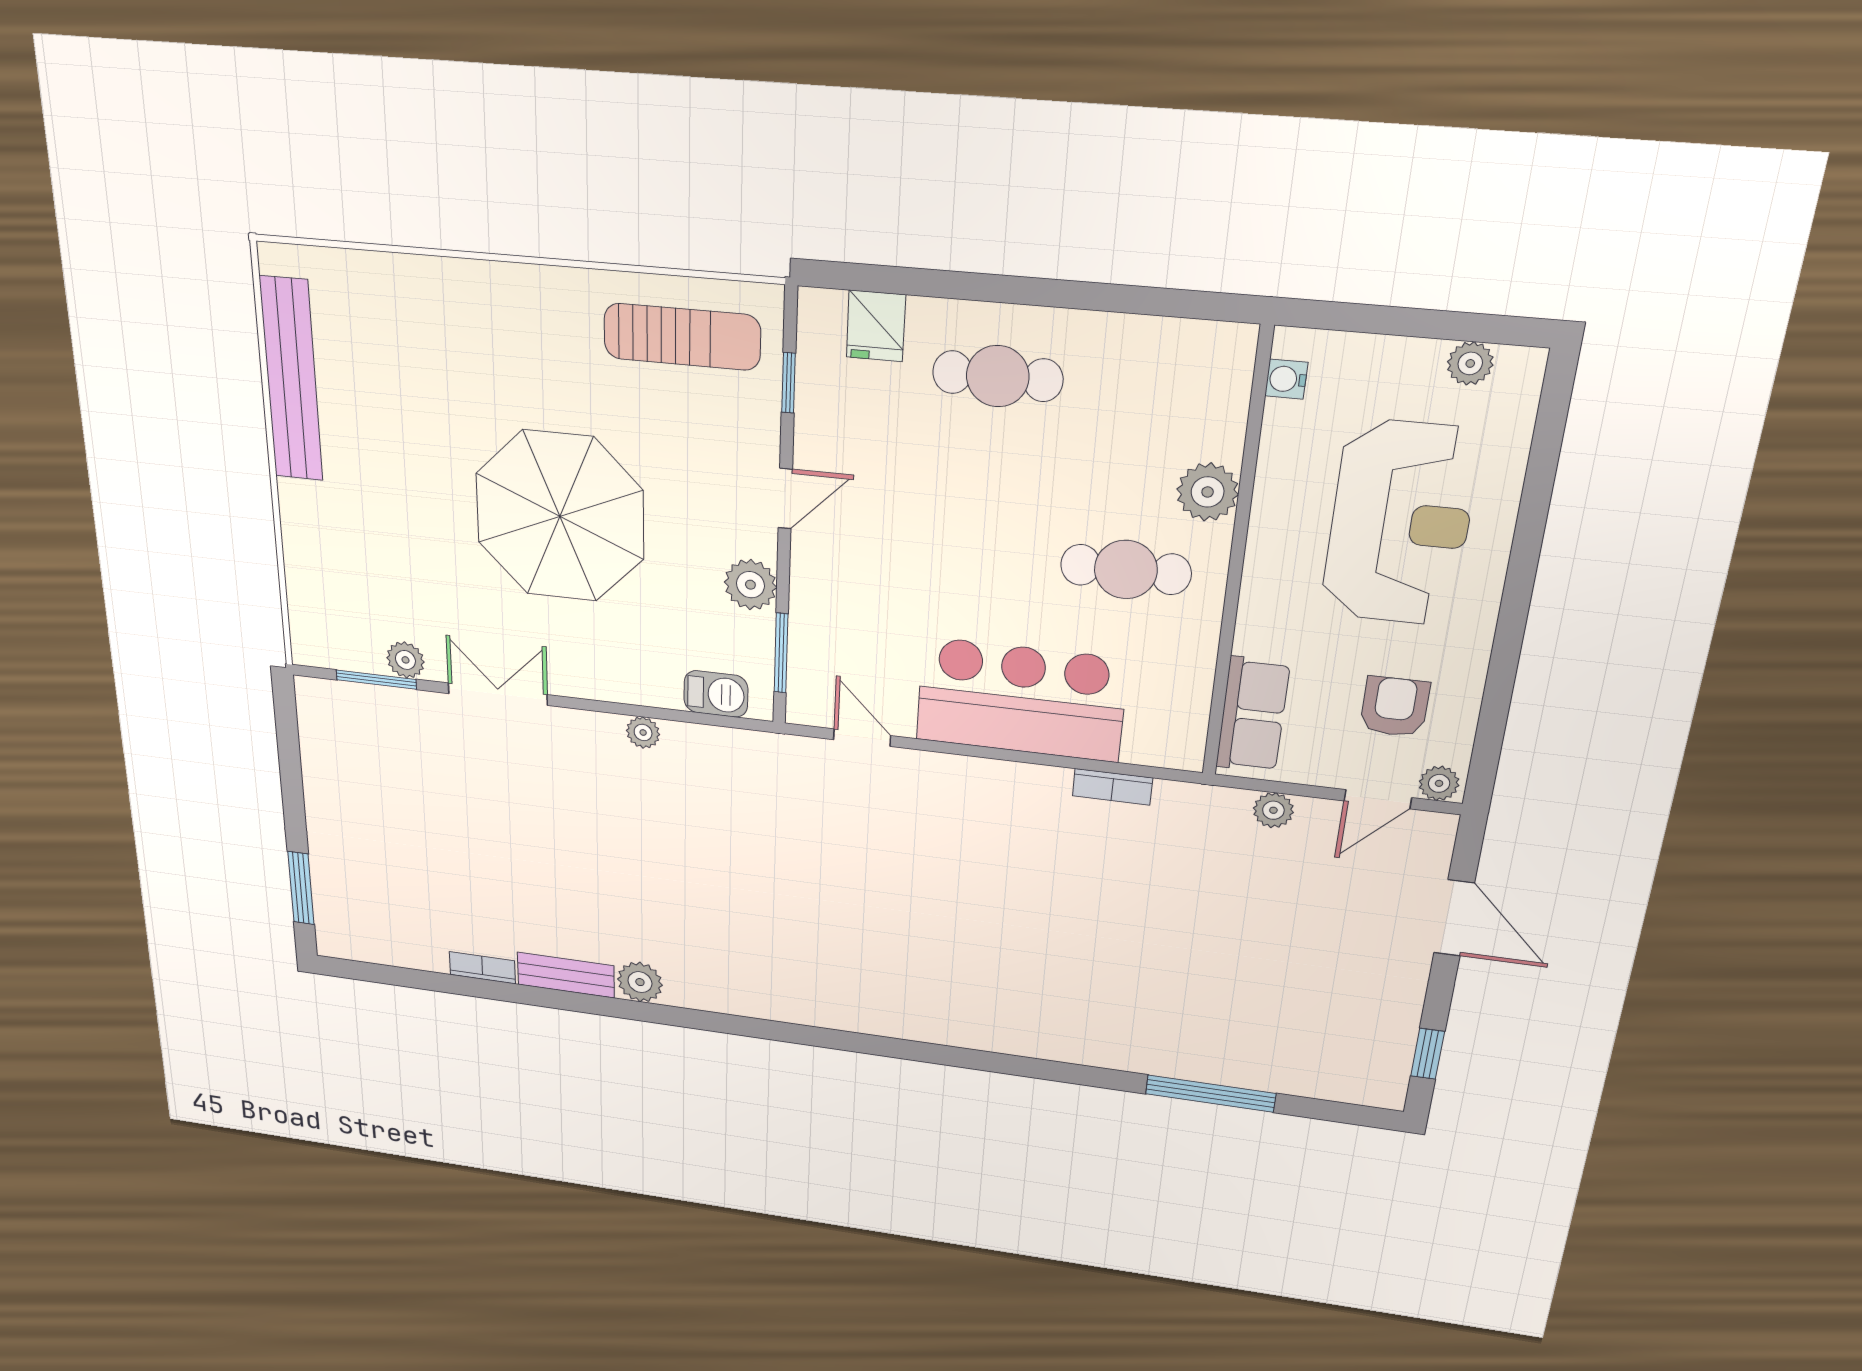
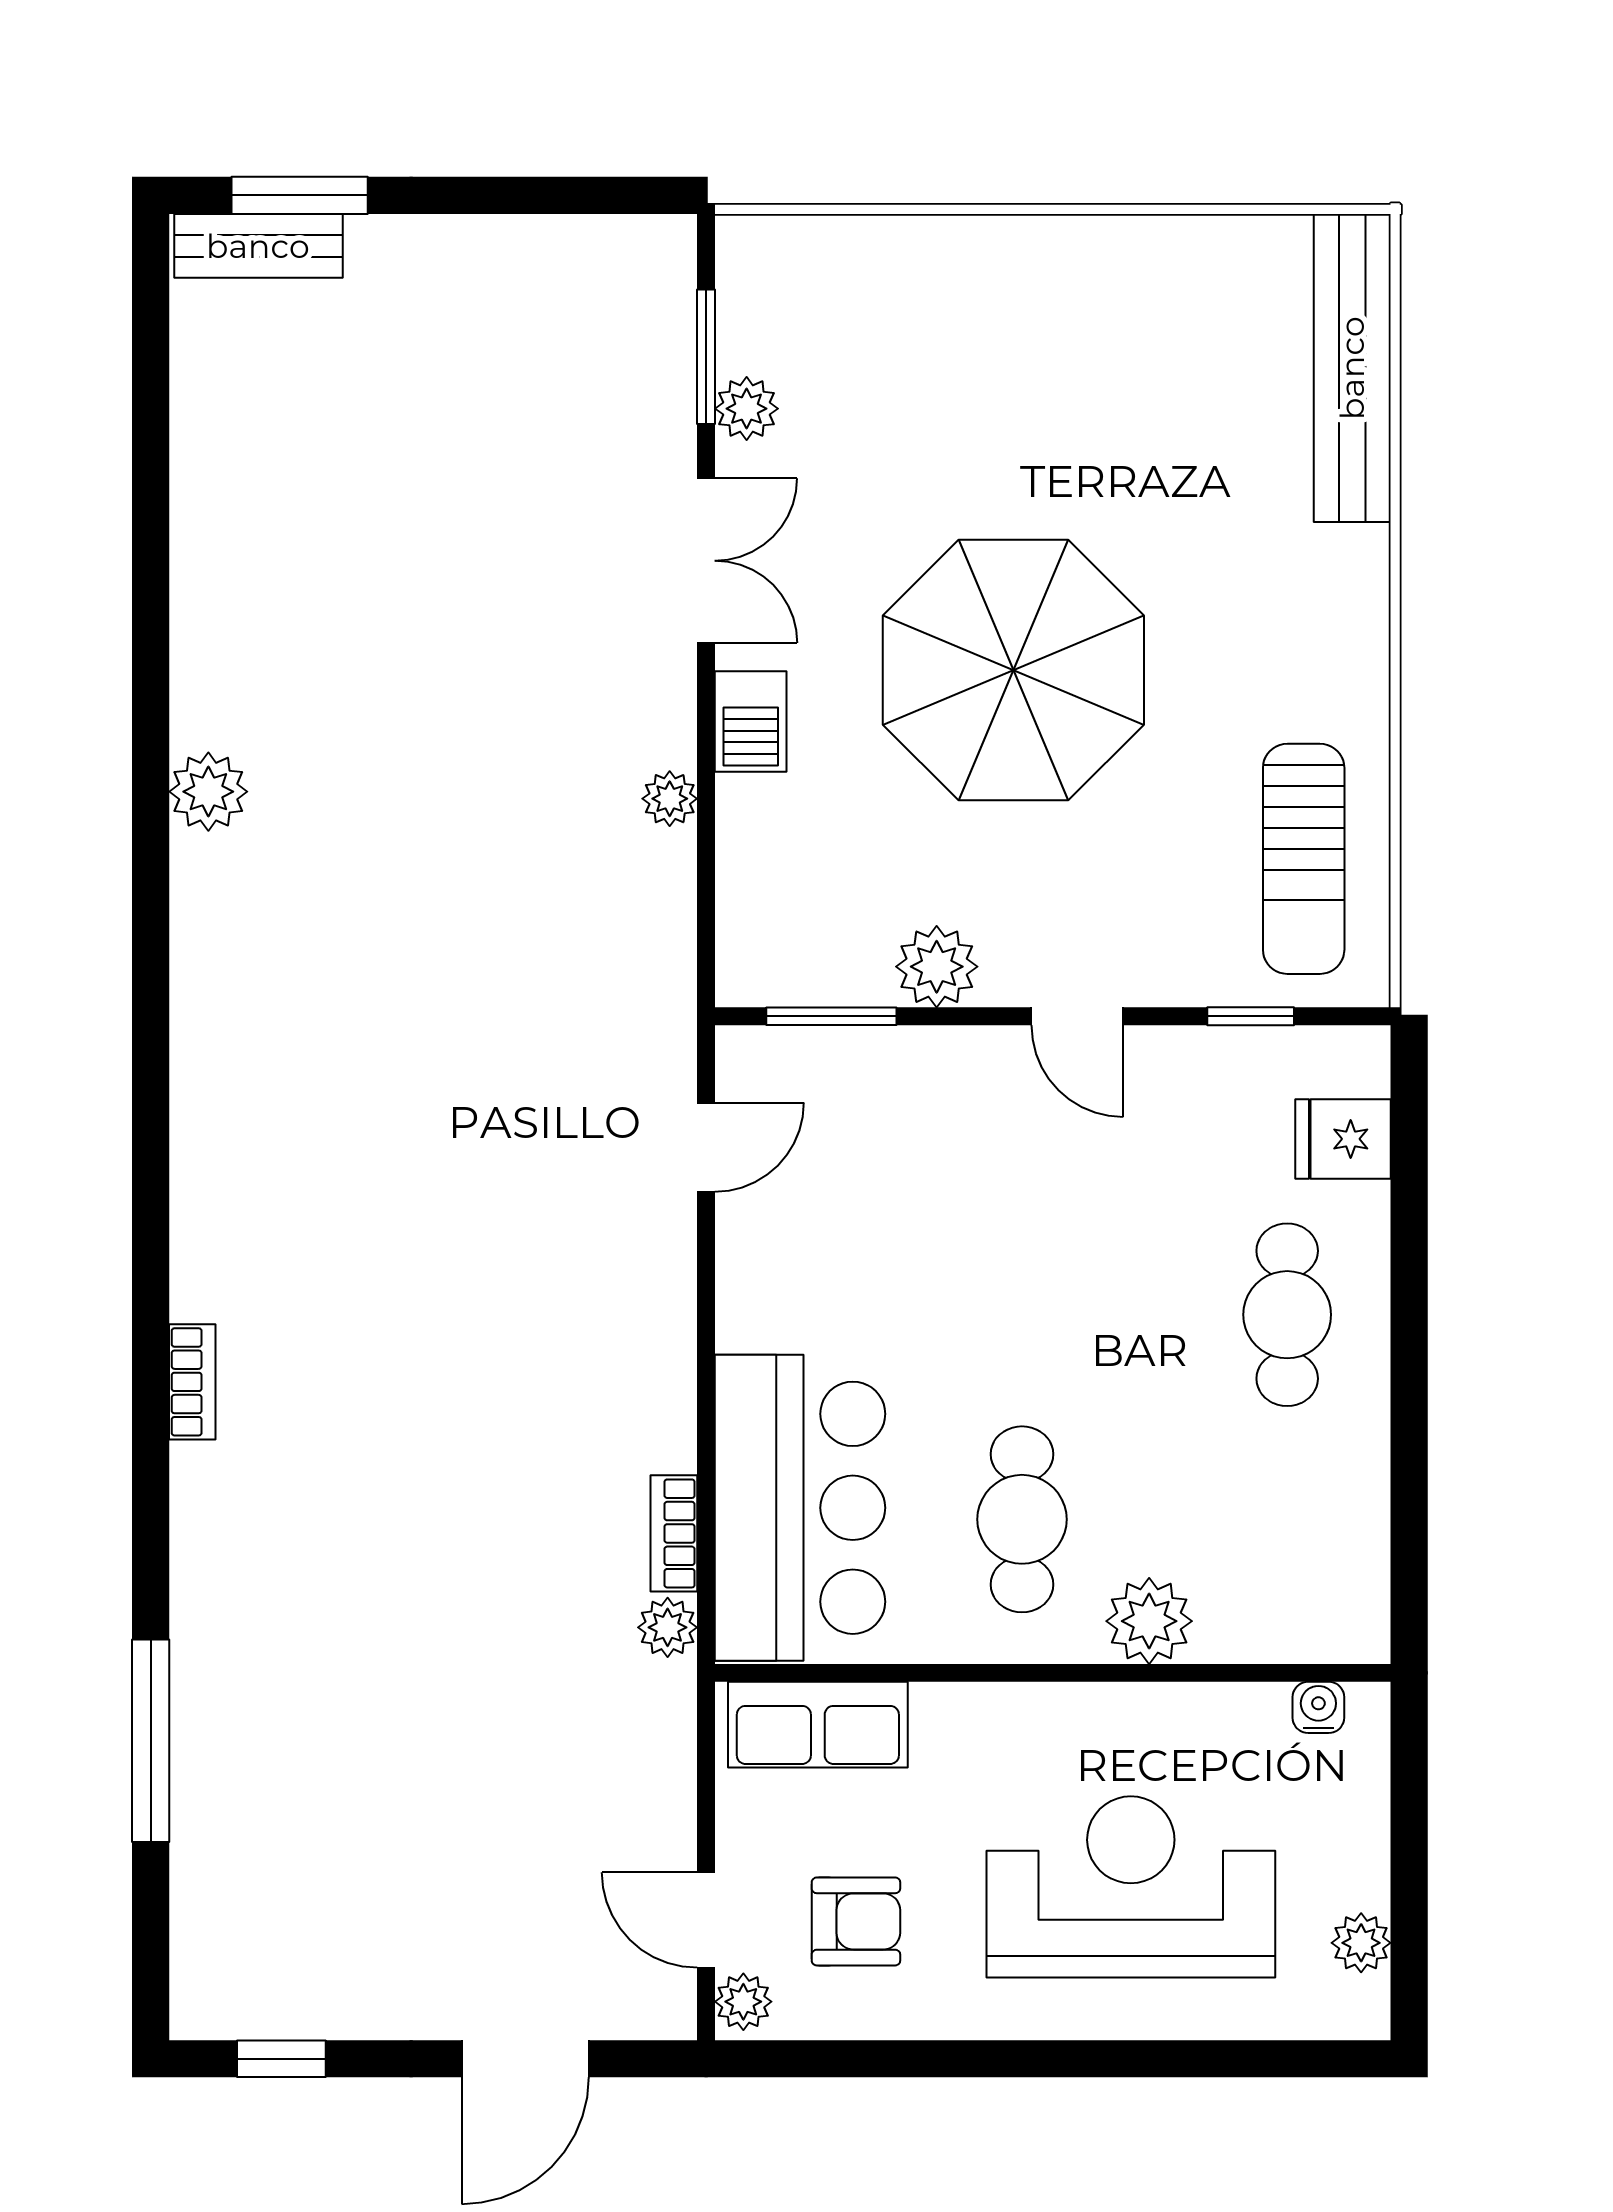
bench: (291, 380) -> (1352, 368), moved, turned 90
reception desk: (1400, 523) -> (1131, 1887), turned 180
barbecue: (716, 694) -> (751, 721), moved
bar counter: (1021, 700) -> (800, 1508), moved
plant: (1273, 810) -> (668, 1627), moved
bookcase: (482, 968) -> (192, 1382), moved
bench: (566, 975) -> (258, 246), moved, turned 90

